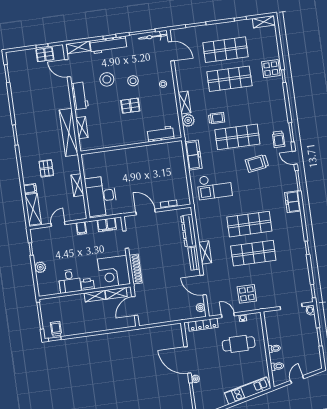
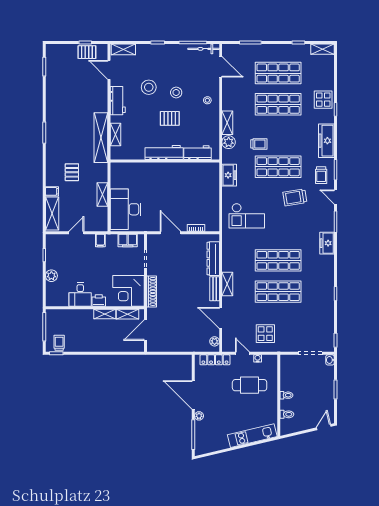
workbench: (108, 45) -> (164, 152), moved, turned 180
freezer: (279, 106) -> (326, 141), added
freezer: (193, 155) -> (229, 175), width x0.71
door: (297, 380) -> (324, 427), moved

